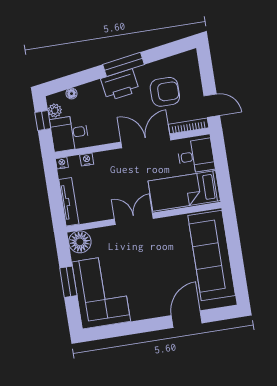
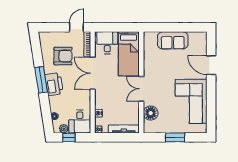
armchair: (165, 92) -> (63, 56), turned 90
floor lamp: (80, 242) -> (151, 113), moved
sofa: (212, 255) -> (173, 40), width x0.54, depth x0.79
corner sofa: (101, 292) -> (191, 101), moved, turned -90

